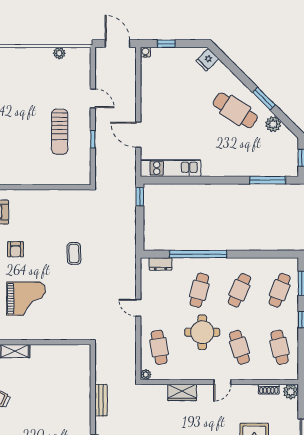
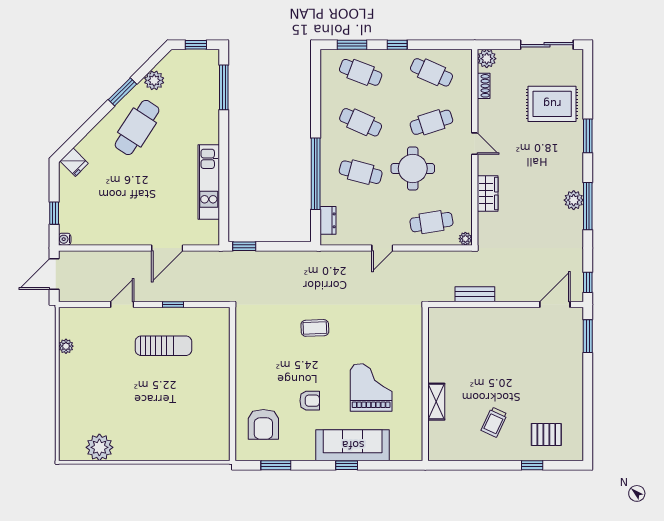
kitchen unit: (171, 168) -> (209, 182), moved
cafe table: (280, 347) -> (431, 72), turned 36
bench: (101, 400) -> (475, 294), moved

